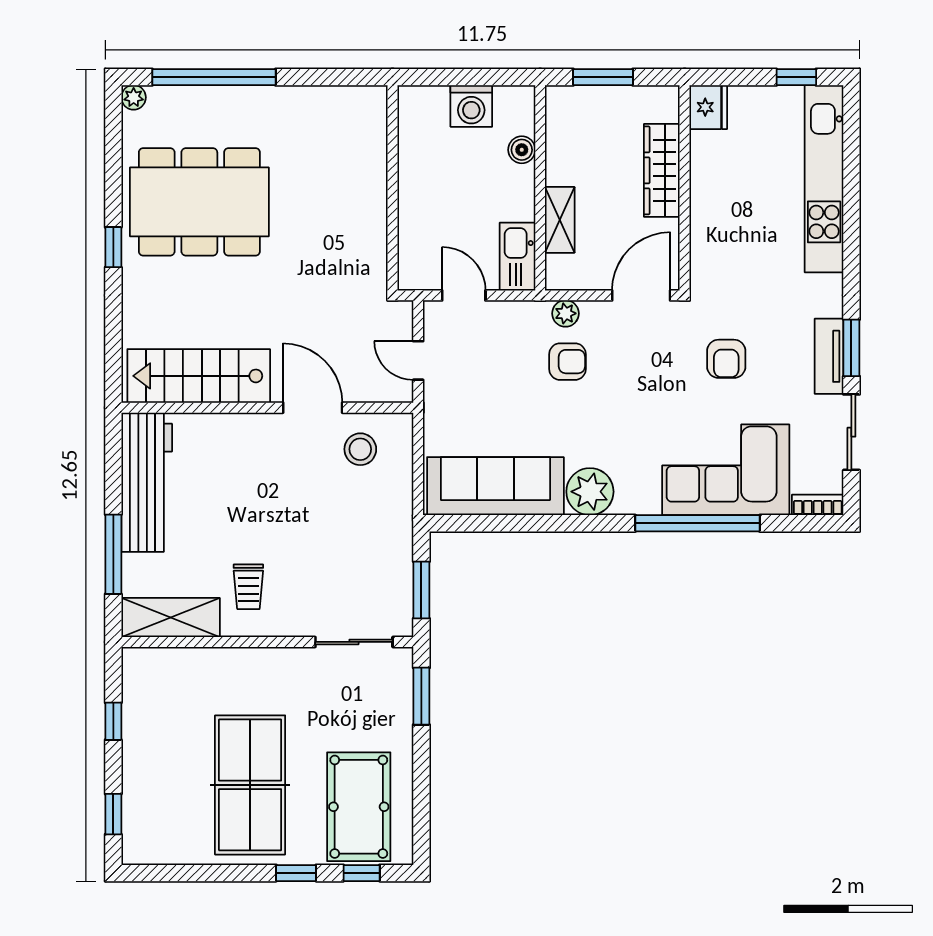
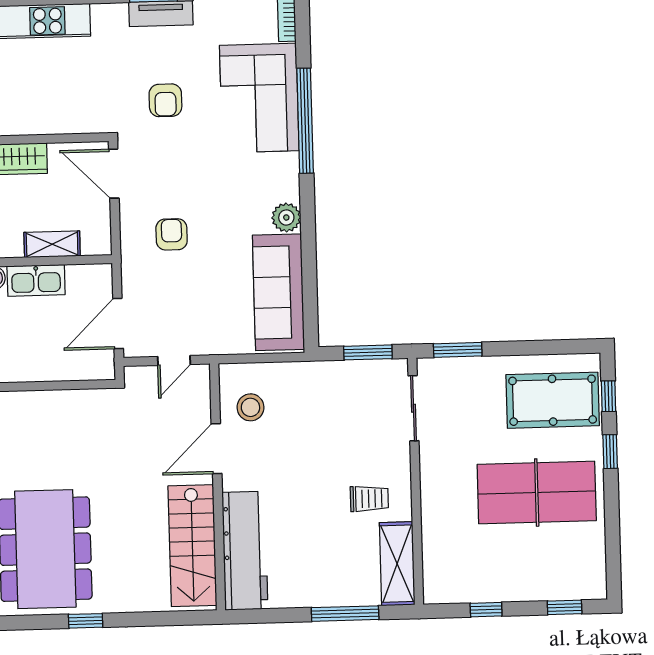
kitchen sink: (517, 257) -> (36, 280), moved
door: (464, 295) -> (118, 324), width x1.38
plant: (565, 313) -> (131, 237), removed
armchair: (726, 359) -> (165, 100), turned 90
workbench: (147, 482) -> (245, 551), moved, turned 90
plant: (590, 492) -> (286, 217), width x0.73, depth x0.73

